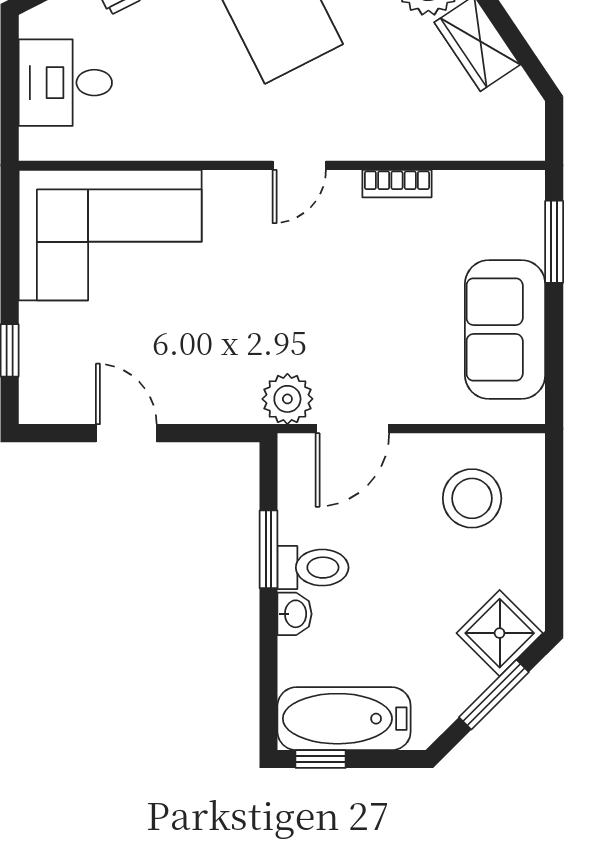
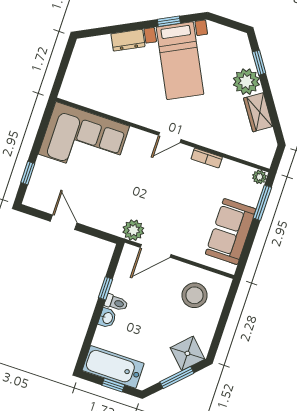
desk: (65, 83) -> (86, 72), removed
plant: (529, 186) -> (259, 177), added
window: (269, 549) -> (105, 288), width x0.67
toilet: (313, 568) -> (116, 303), width x0.73, depth x0.72
window: (321, 759) -> (113, 385), moved

